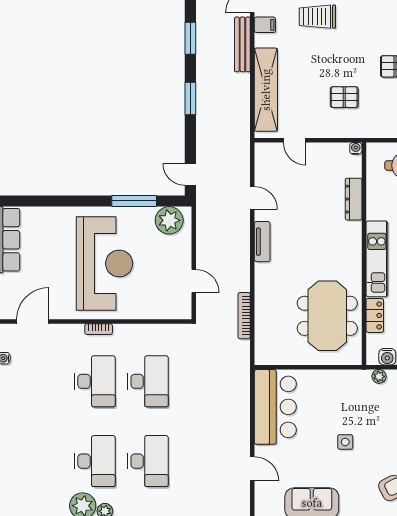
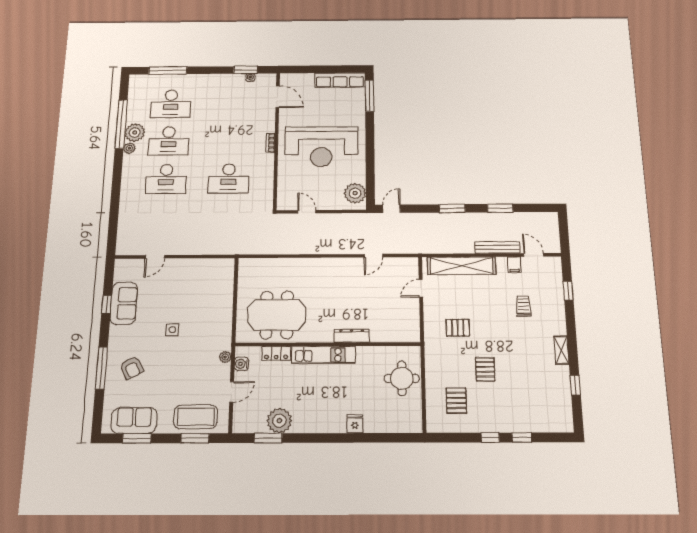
trolley: (317, 17) -> (523, 306), width x0.73, depth x0.72
pallet: (344, 97) -> (458, 328), turned 90
water cooler: (356, 148) -> (415, 337), removed
dresser: (354, 199) -> (352, 336), moved
window: (134, 201) -> (370, 96), moved
tv unit: (262, 242) -> (338, 264), removed
door: (194, 281) -> (307, 212), swing flipped
bookcase: (244, 316) -> (278, 250), removed
desk: (95, 381) -> (171, 104), moved
bar counter: (275, 407) -> (204, 274), removed

